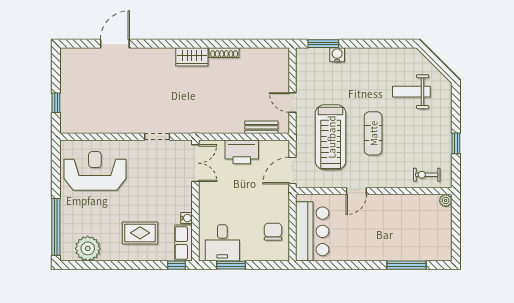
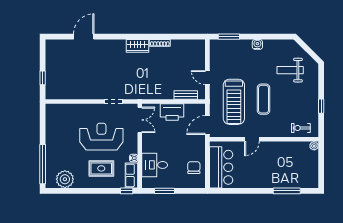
water cooler: (337, 55) -> (257, 44), moved
reception desk: (95, 171) -> (101, 137), moved
desk: (222, 243) -> (155, 165), moved, turned 90

